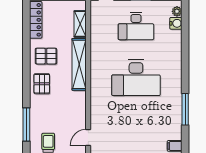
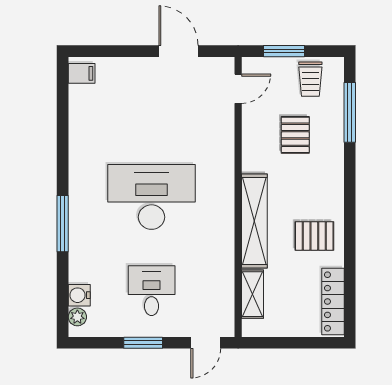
desk: (136, 26) -> (152, 291), width x0.73
pallet: (42, 84) -> (295, 135), moved
window: (185, 109) -> (63, 224), moved

